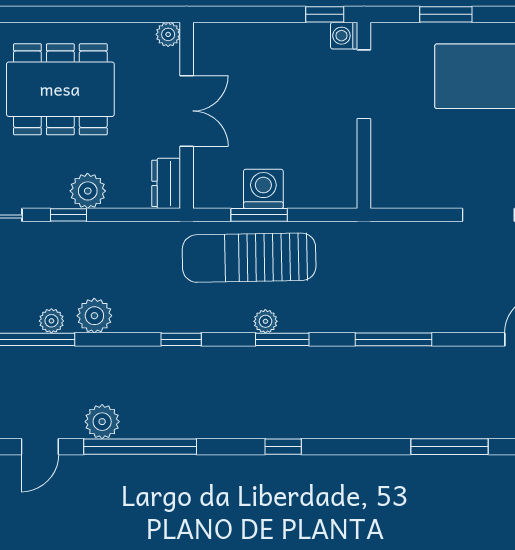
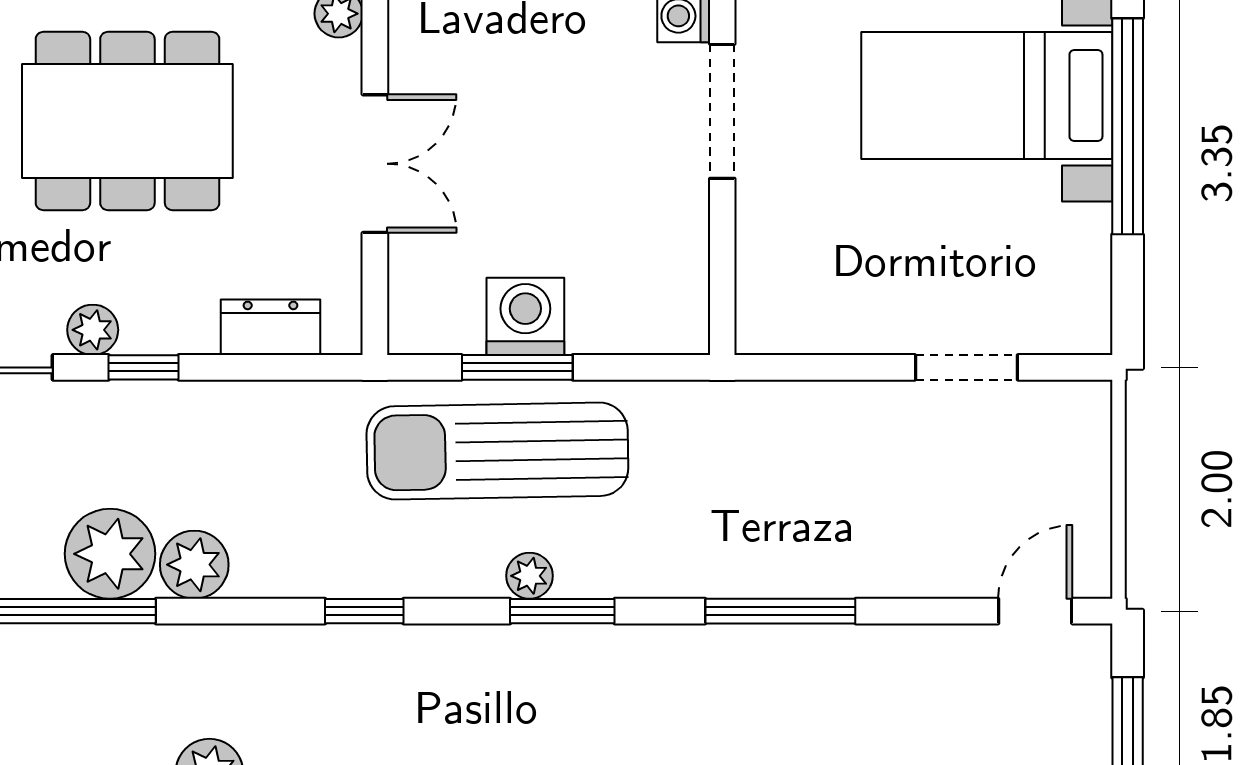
dresser: (166, 183) -> (270, 327), moved, turned 90
plant: (88, 191) -> (93, 330), moved, width x0.73, depth x0.73
plant: (51, 321) -> (110, 554), width x1.87, depth x1.87

